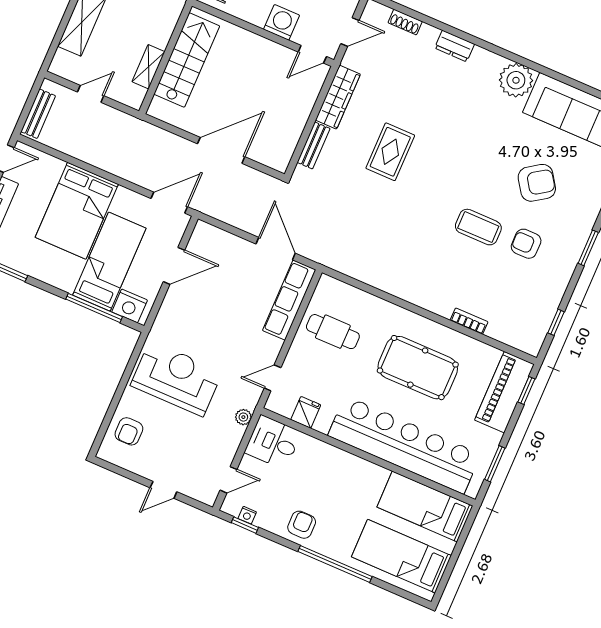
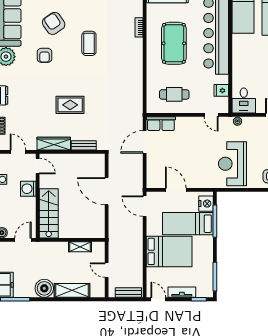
stairs: (187, 60) -> (49, 213), moved, turned 90
armchair: (526, 244) -> (45, 55), moved
row of seats: (289, 300) -> (161, 124), width x0.68
cafe table: (333, 332) -> (174, 94), turned 90

